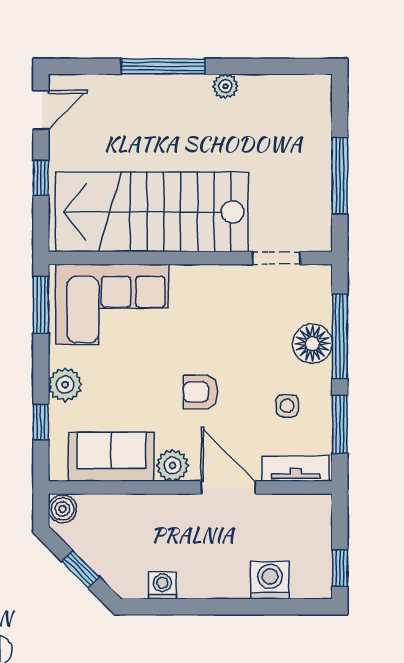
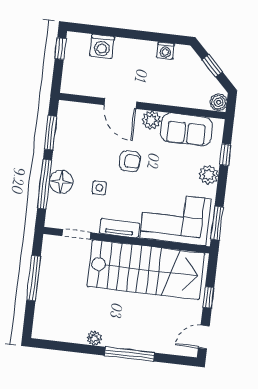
side table: (287, 406) -> (99, 188), moved
tv unit: (296, 469) -> (120, 228), moved, turned 180

